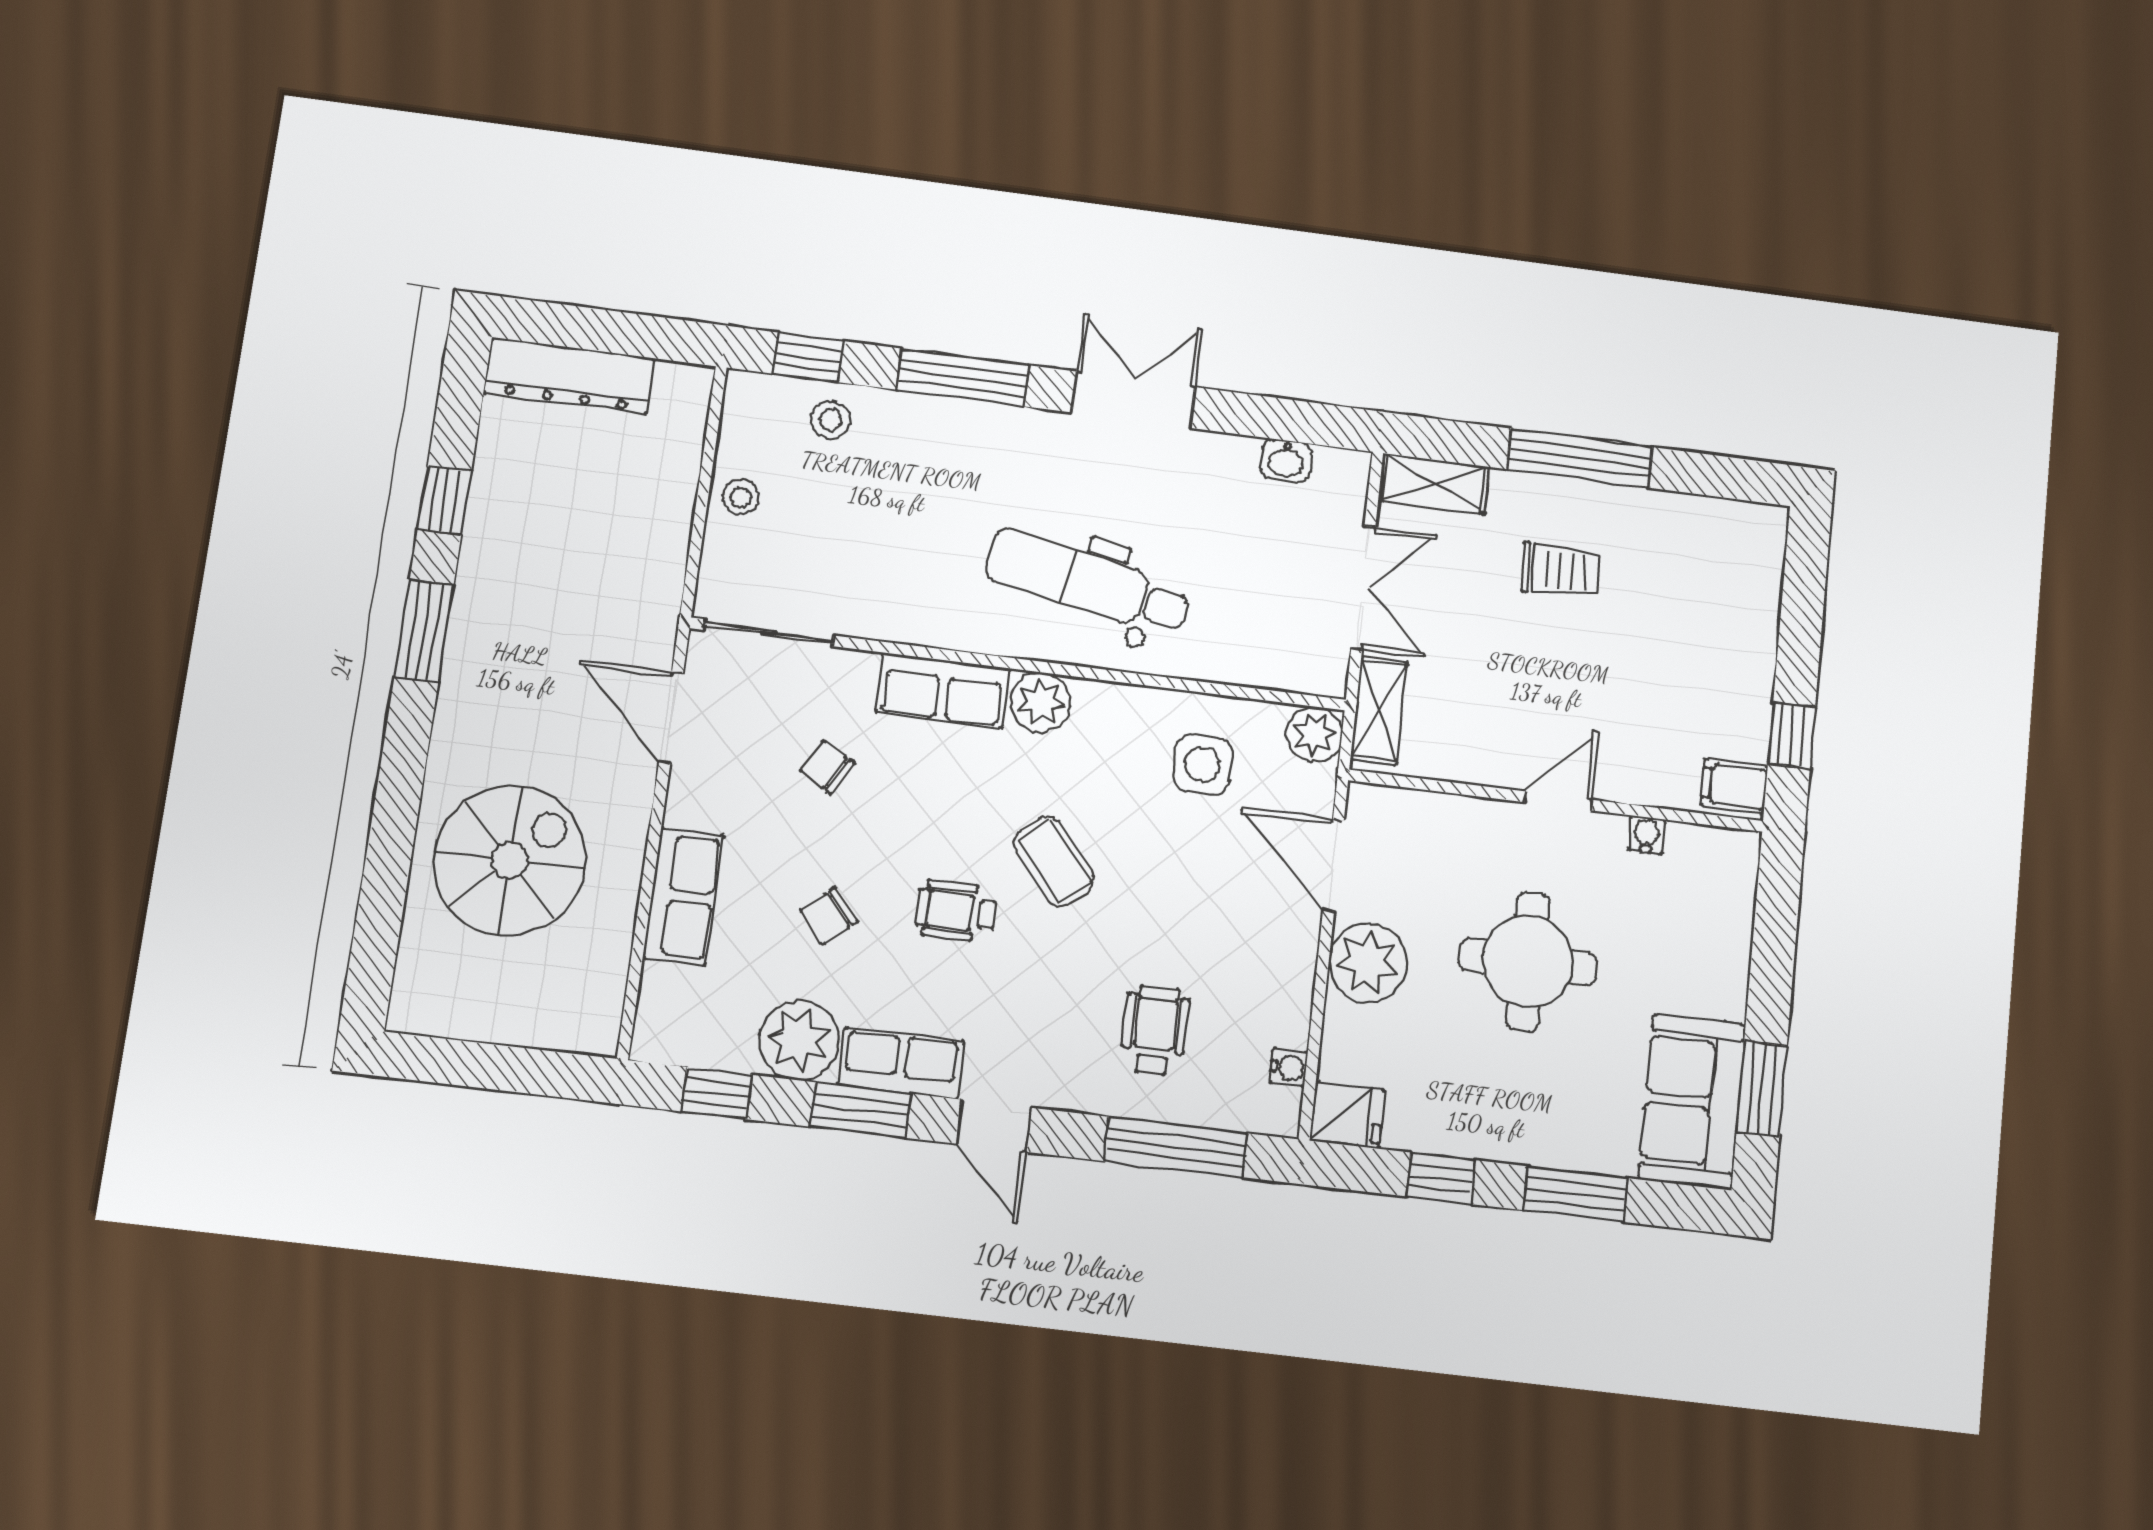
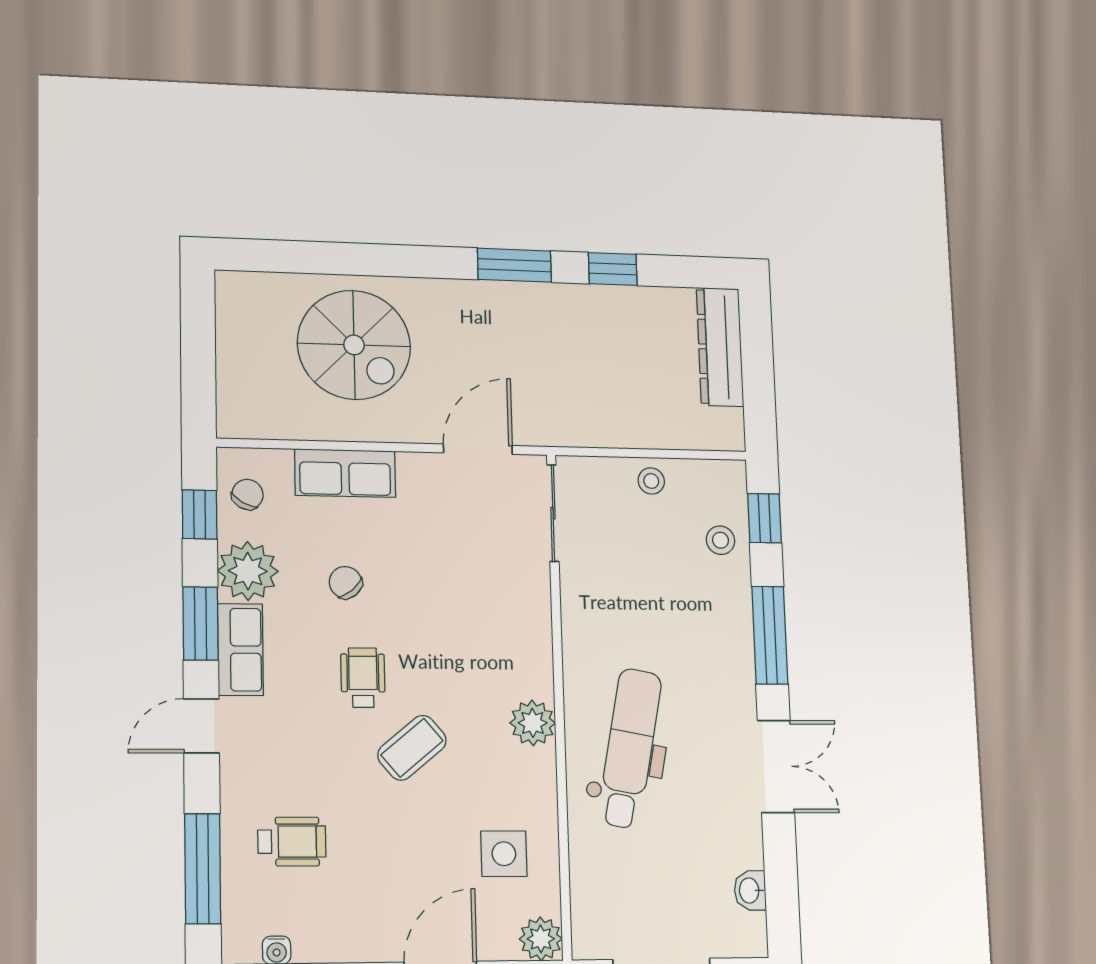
row of seats: (943, 690) -> (530, 648), removed
chair: (827, 767) -> (248, 494), moved

